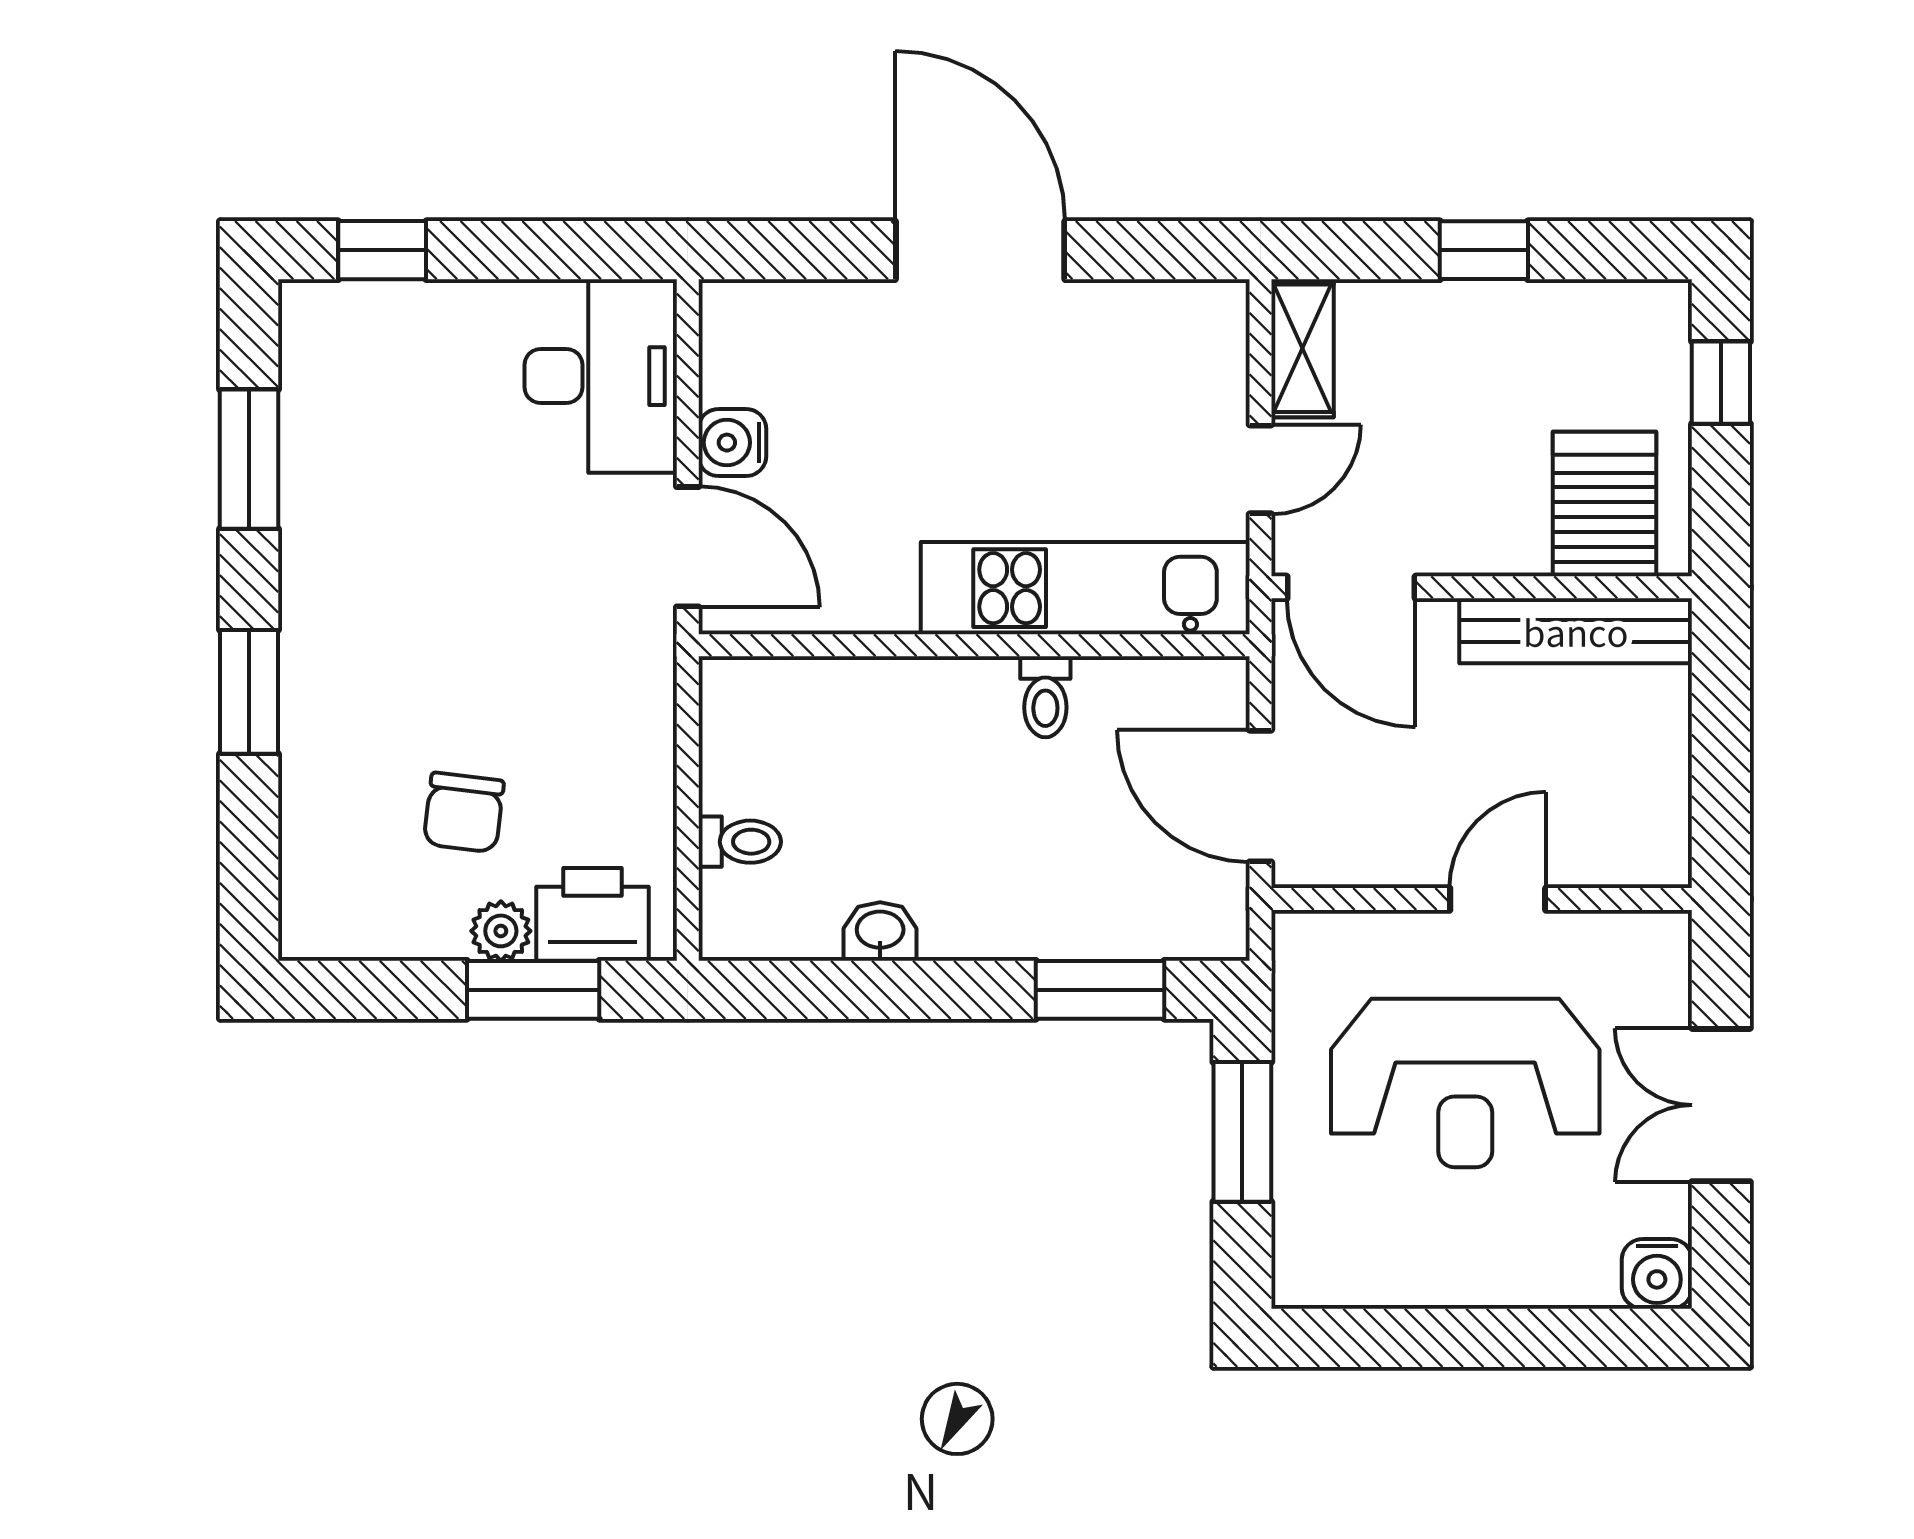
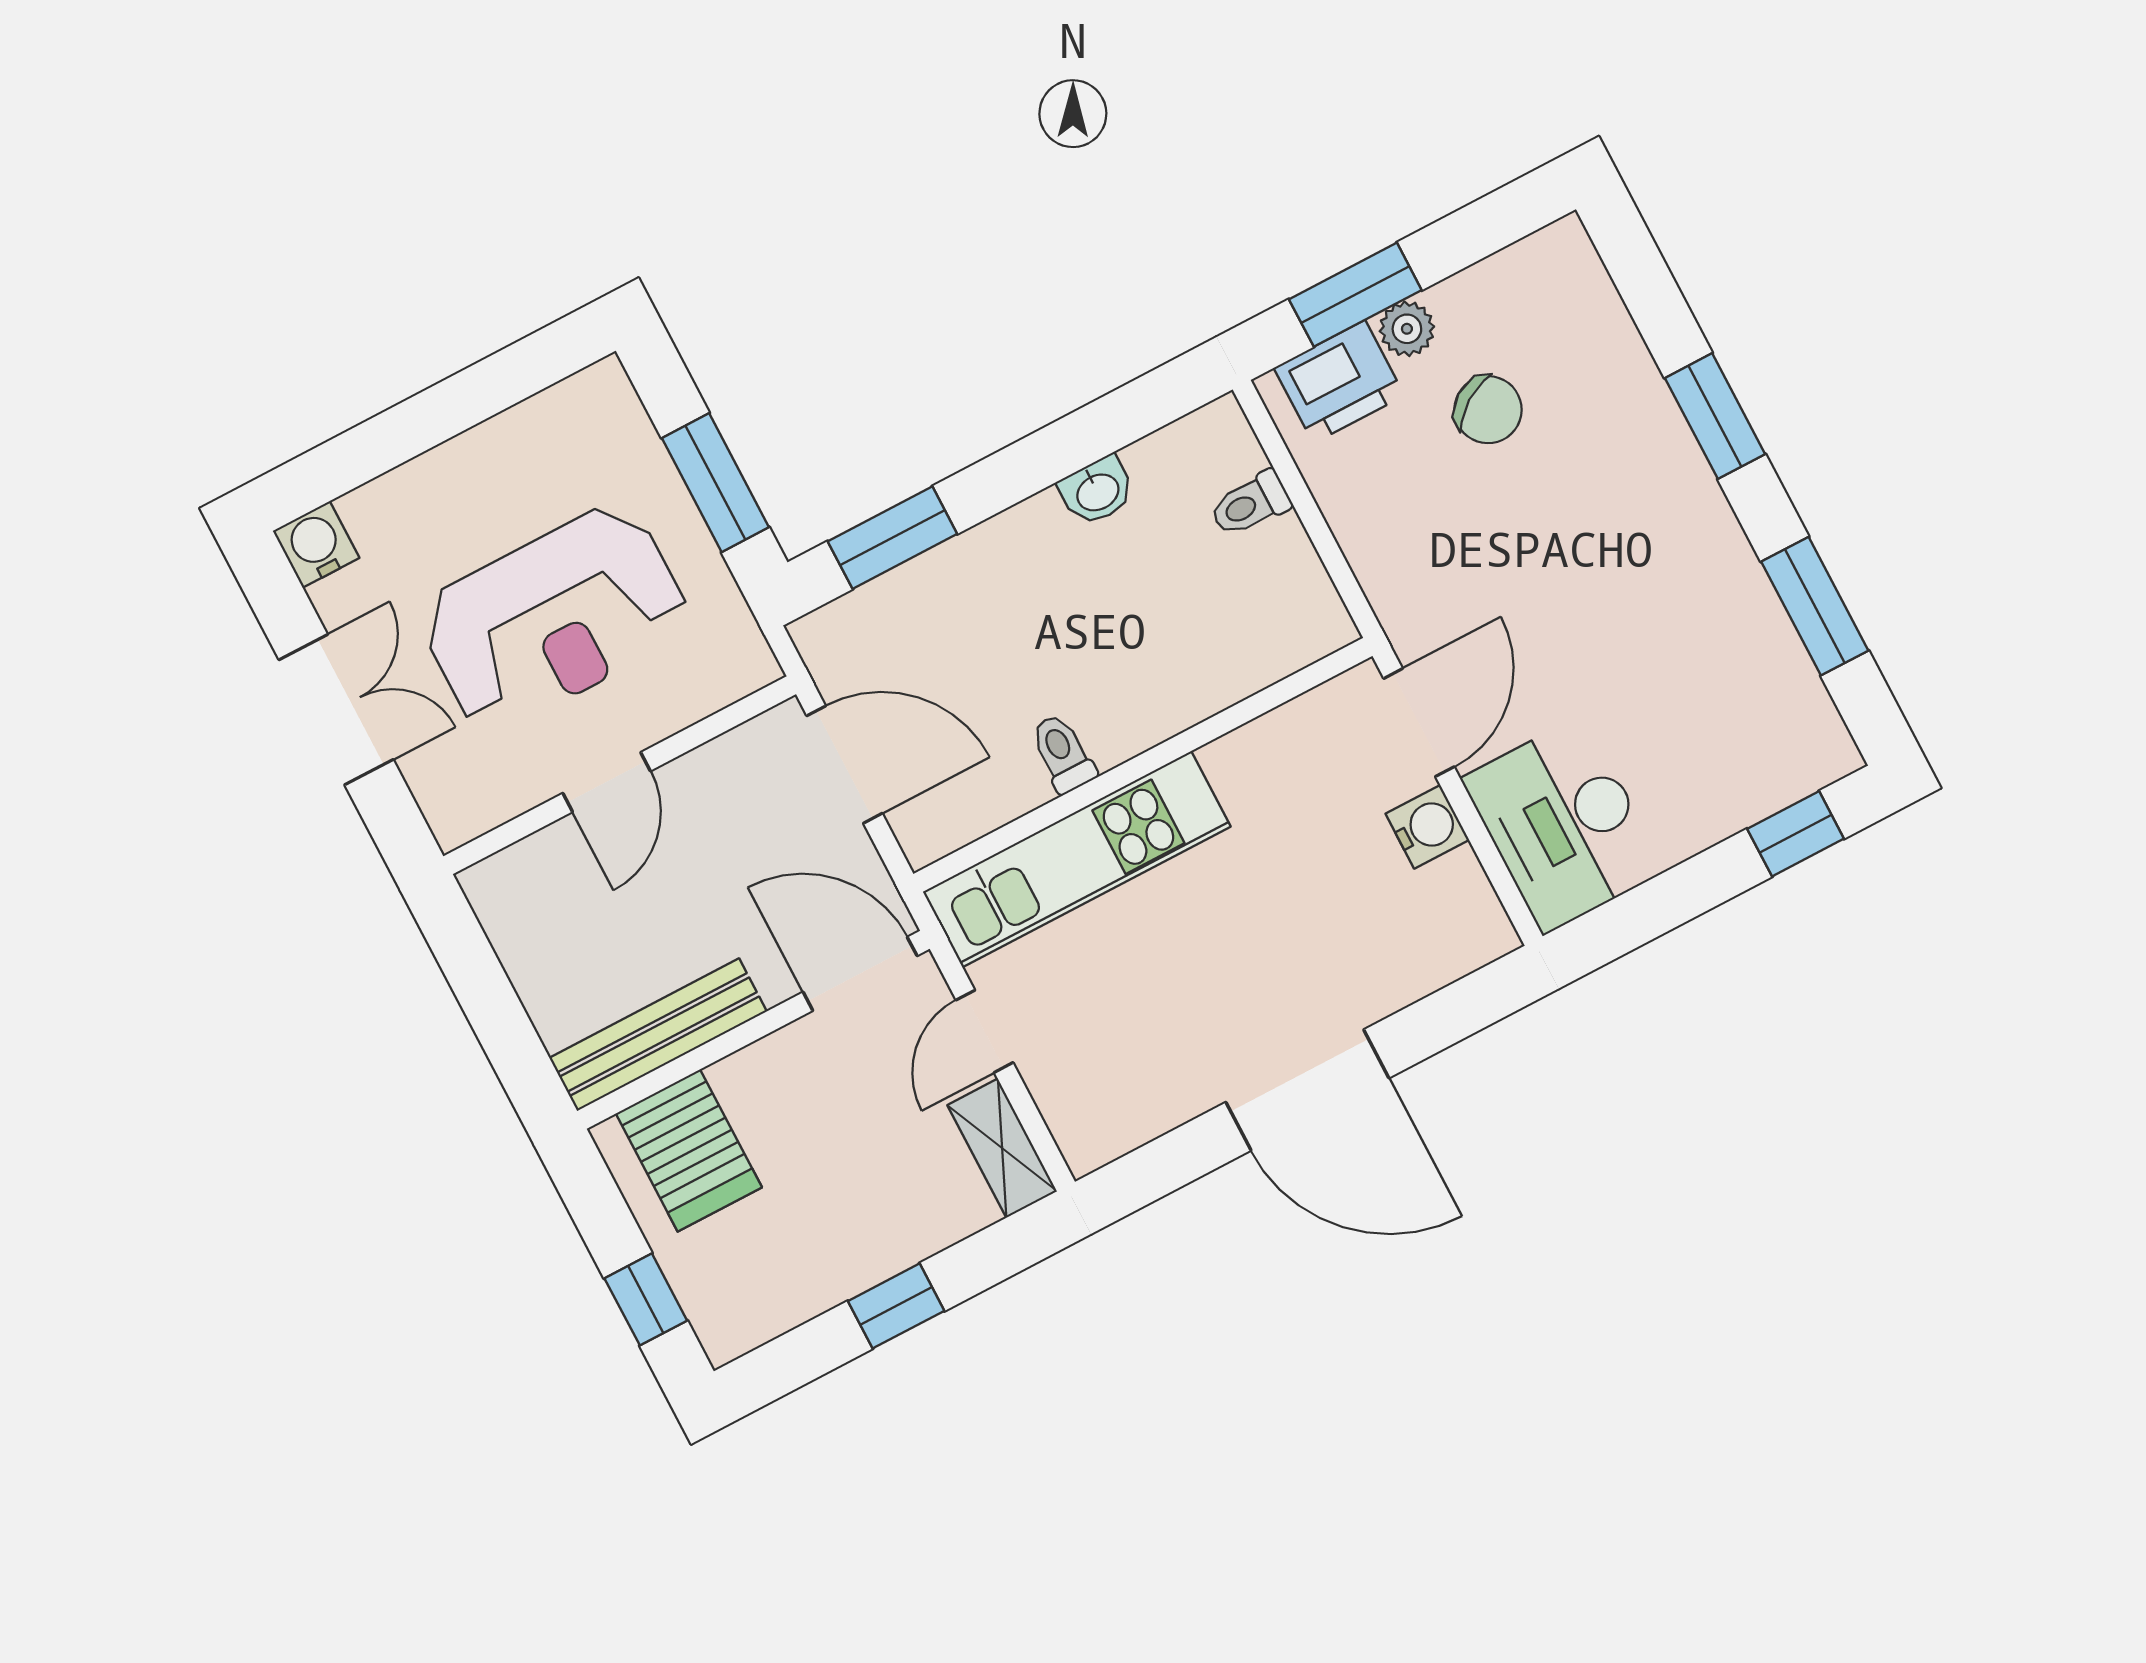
door: (688, 547) -> (1419, 723), swing flipped
chair: (464, 812) -> (1488, 410), turned 139
reception desk: (1465, 1083) -> (554, 618), turned 180

